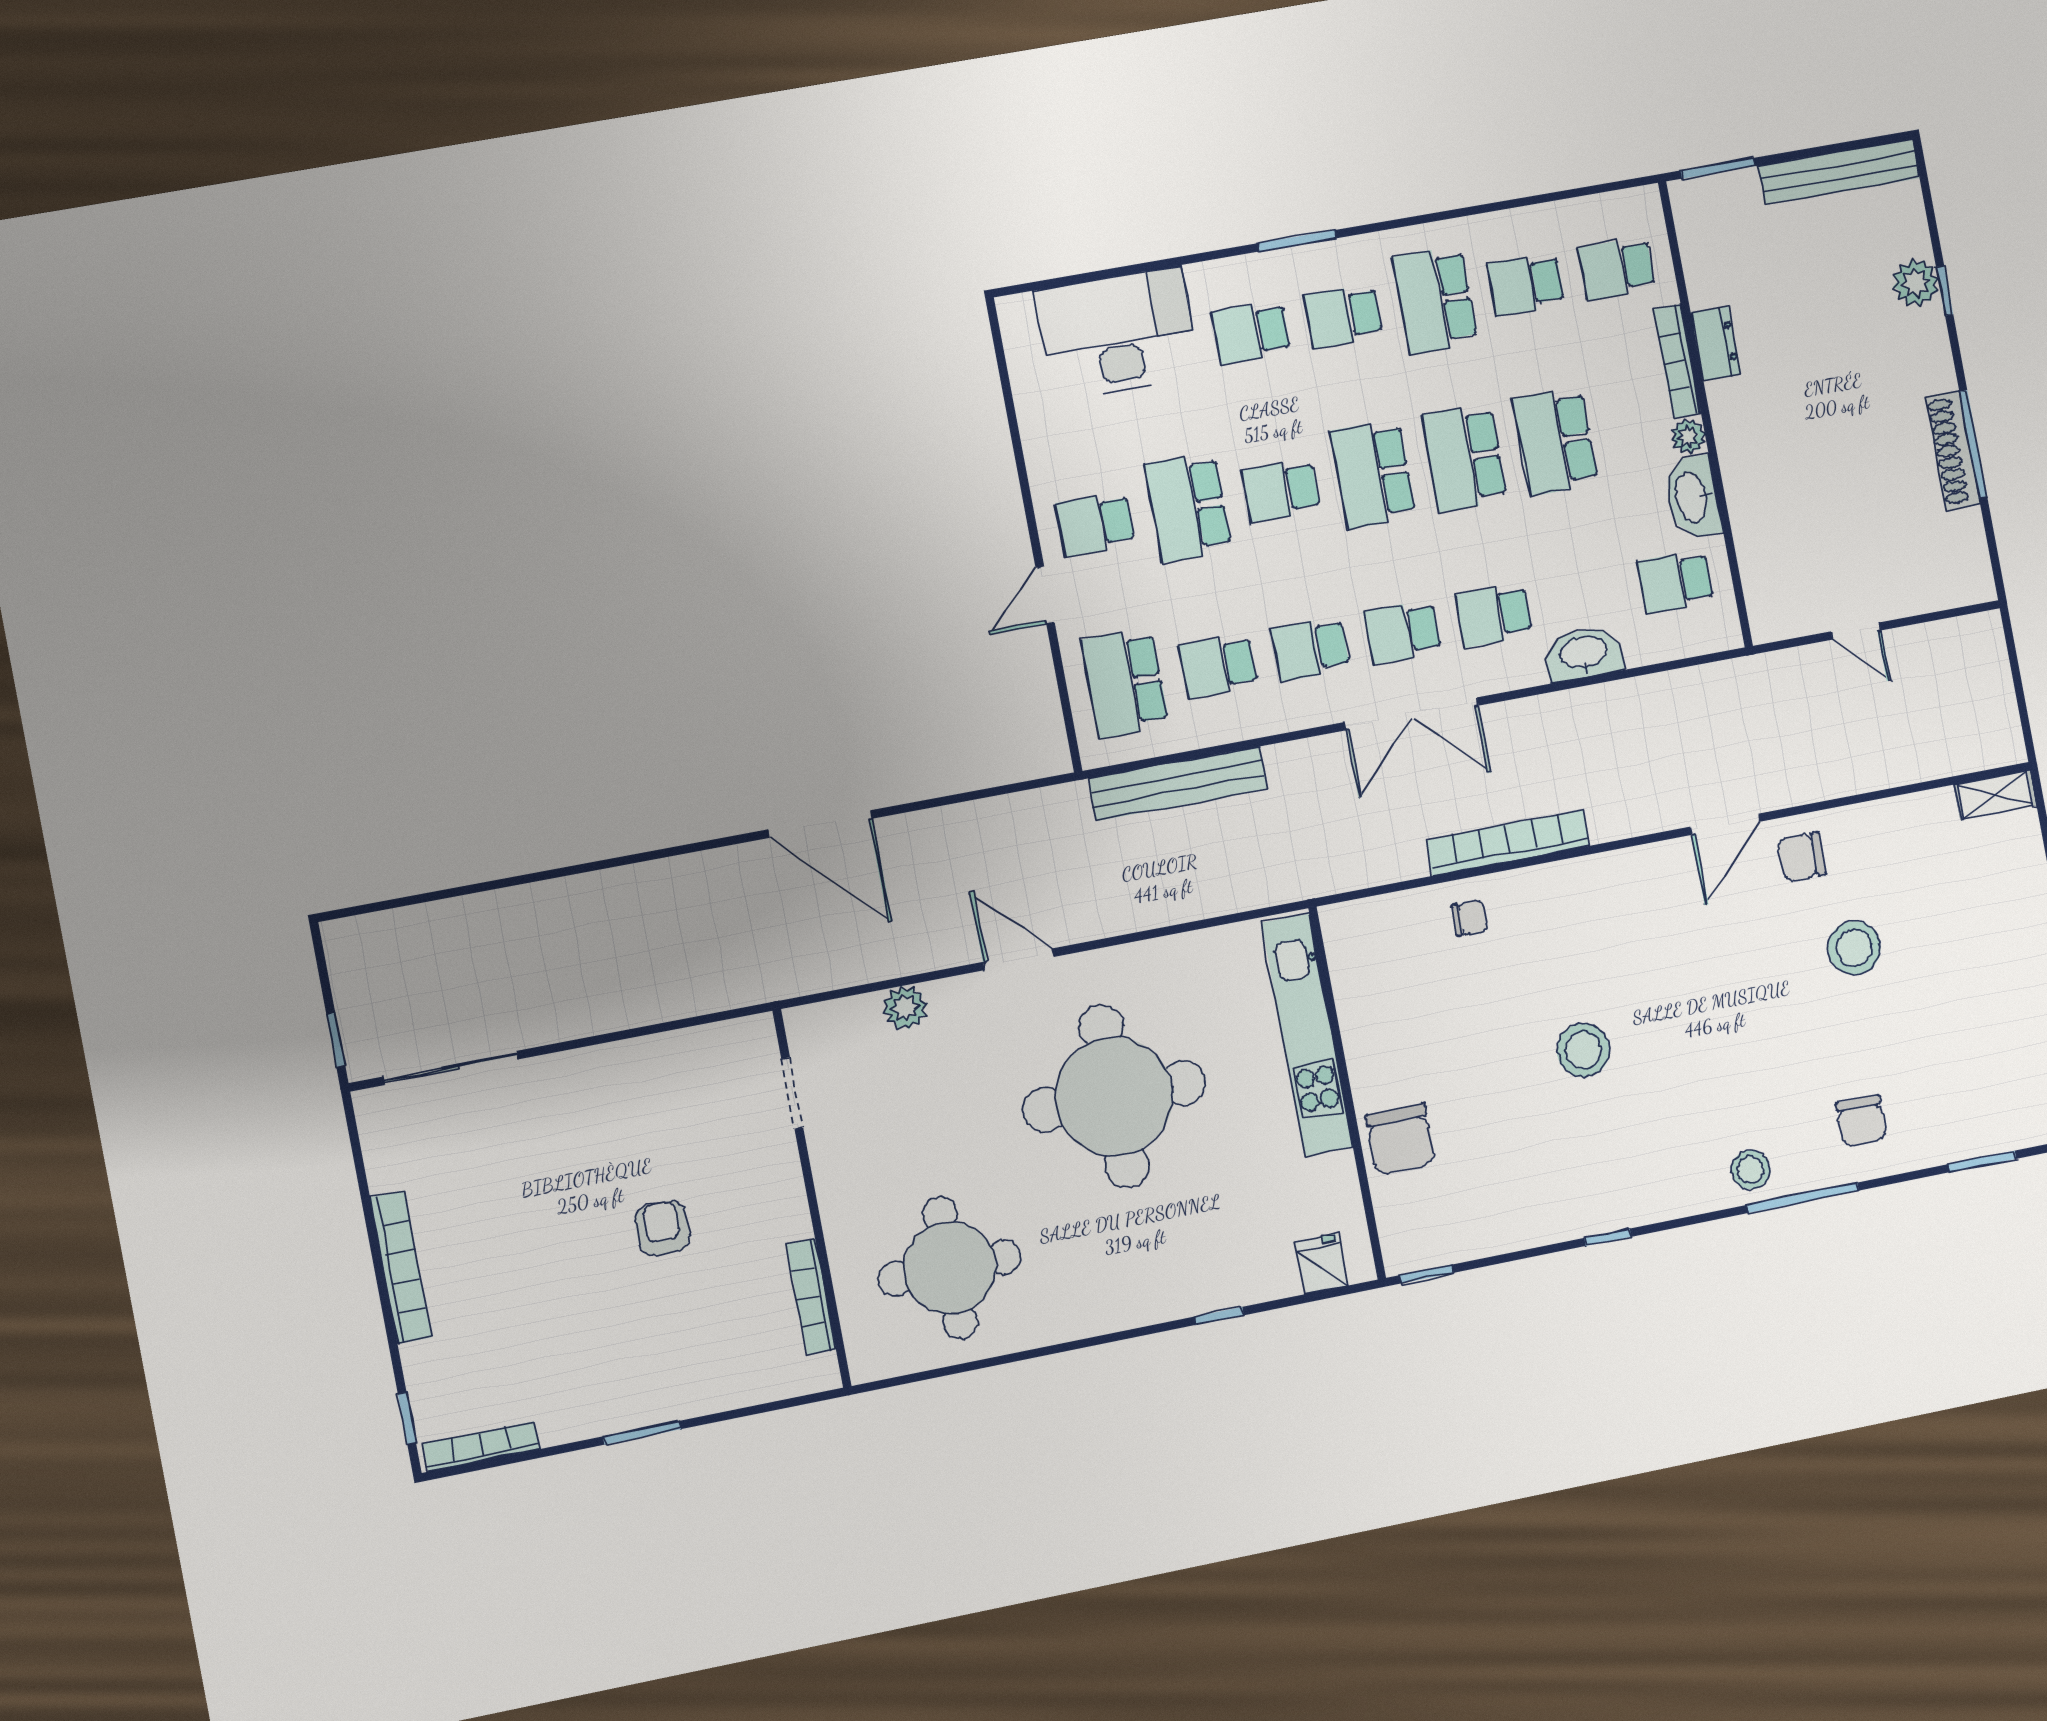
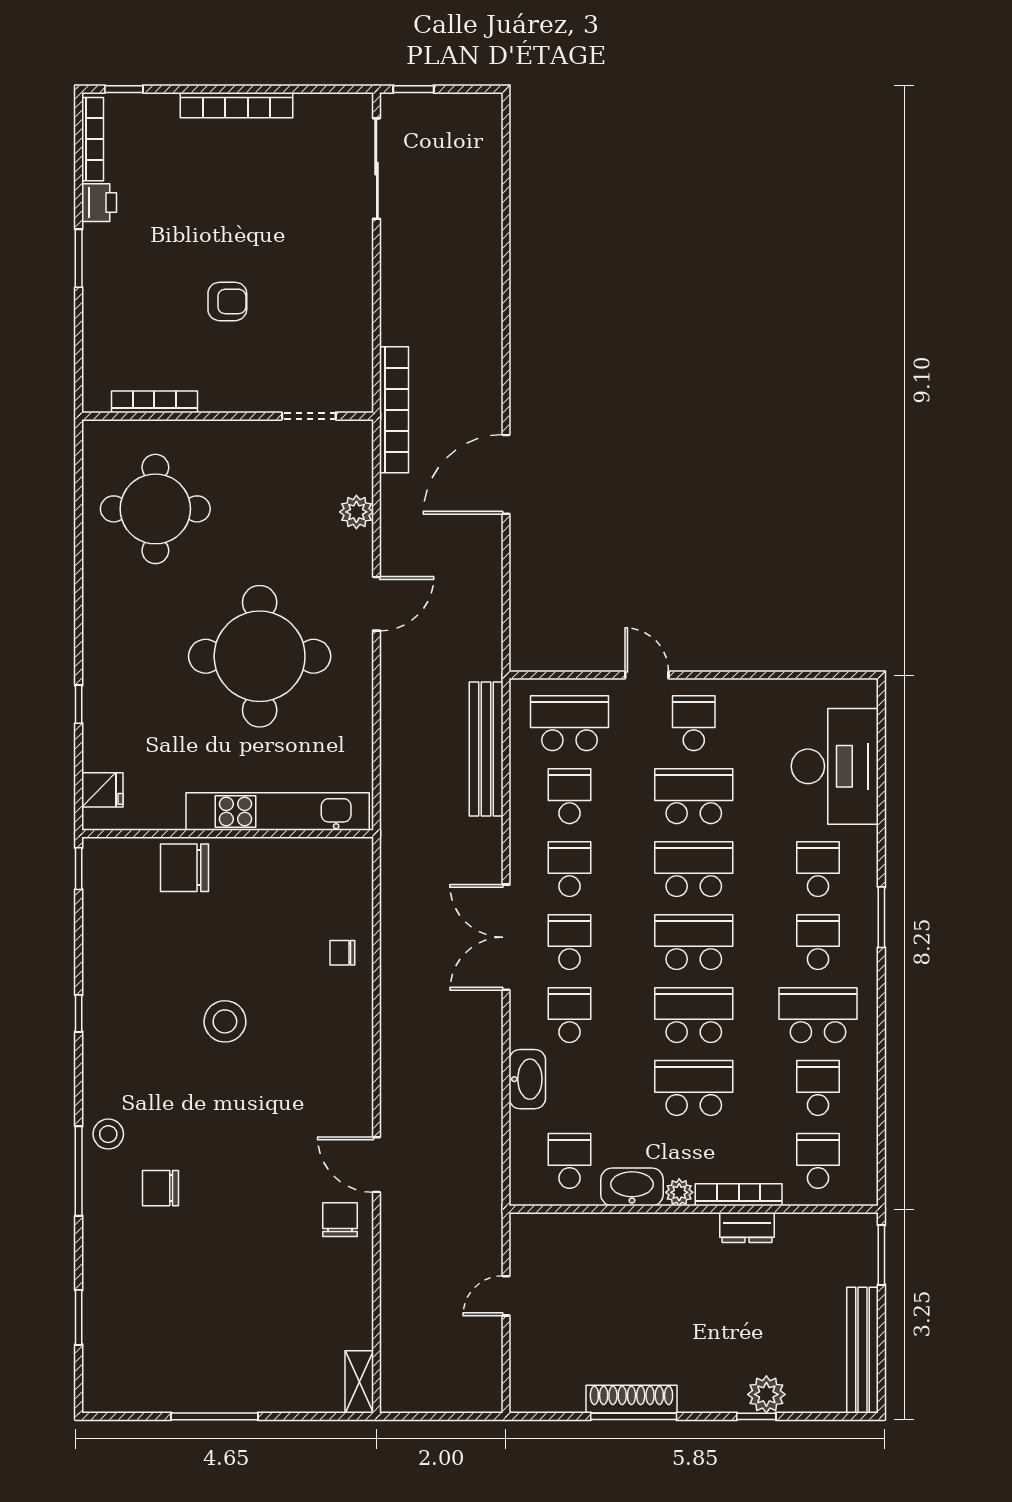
school desk: (1281, 491) -> (694, 869), width x1.85
bookcase: (1508, 843) -> (394, 410), moved
chair: (1470, 918) -> (342, 953), turned 90
stool: (1854, 948) -> (263, 1248), removed
chair: (1861, 1121) -> (160, 1188), moved
printer: (564, 1421) -> (99, 203), added

